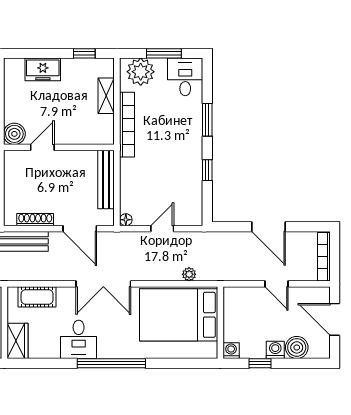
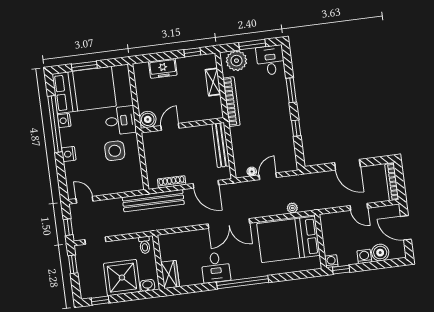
floor lamp: (126, 220) -> (252, 172), moved
cot: (37, 297) -> (180, 240), removed
window: (260, 363) -> (341, 270), moved

